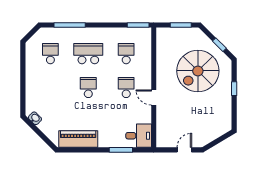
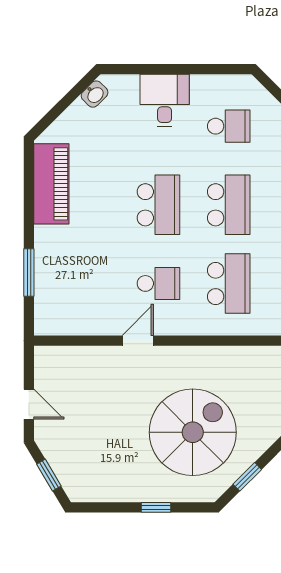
school desk: (126, 54) -> (229, 283), width x1.85
spiral stairs: (198, 71) -> (193, 432), turned 90
school desk: (88, 87) -> (158, 205), width x1.85
desk: (139, 136) -> (165, 100), moved, turned 180
window: (218, 140) -> (49, 475), added

